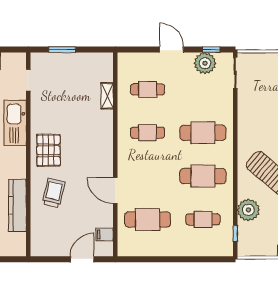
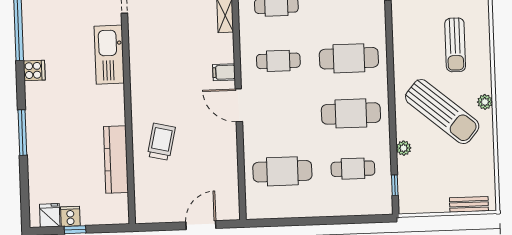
pallet: (49, 150) -> (153, 88), removed
door: (115, 191) -> (239, 105), moved
plant: (248, 210) -> (404, 148), width x0.53, depth x0.53
filing cabinet: (105, 234) -> (224, 72), moved

